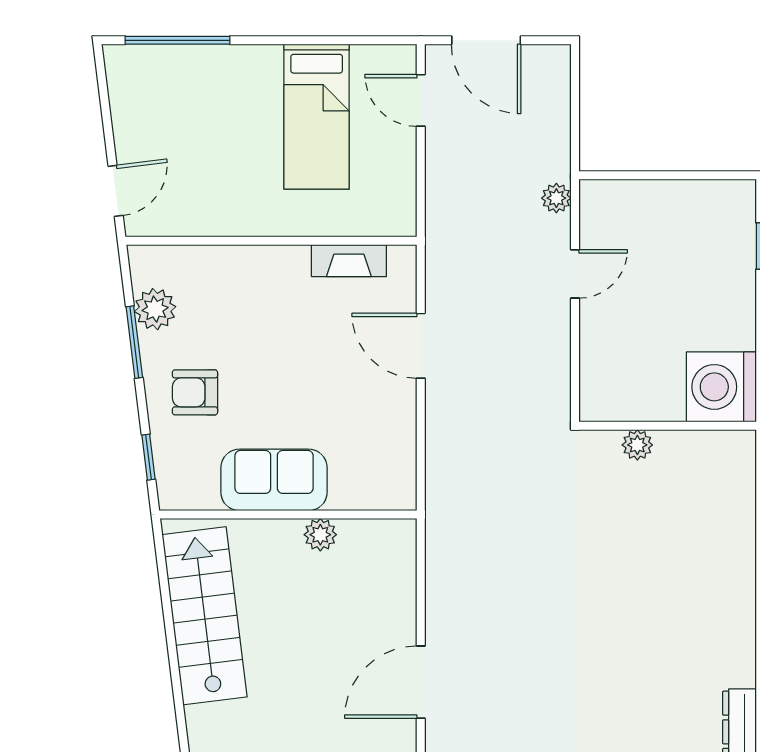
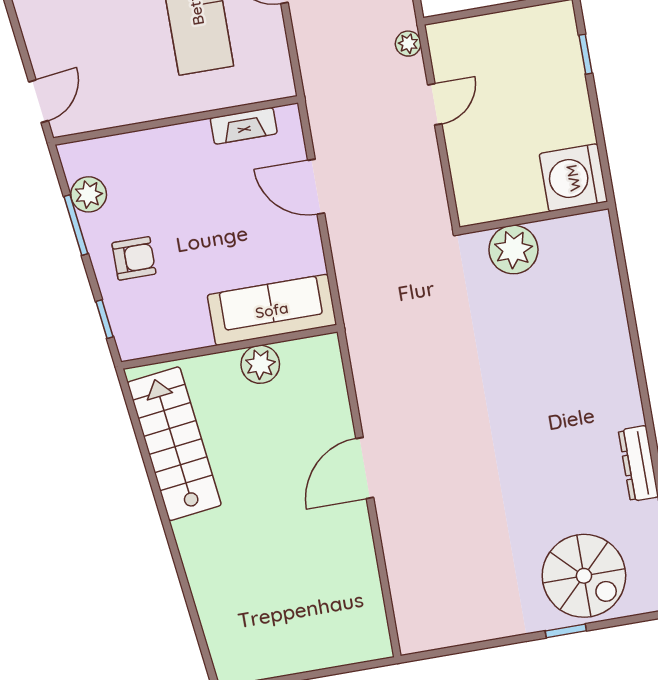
armchair: (195, 392) -> (134, 258), turned 180
plant: (637, 445) -> (513, 250), width x1.87, depth x1.87
sofa: (274, 480) -> (272, 310), moved, width x1.36
plant: (320, 535) -> (260, 364), width x1.38, depth x1.38

